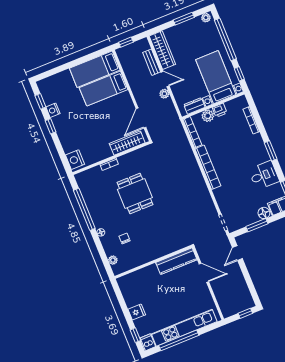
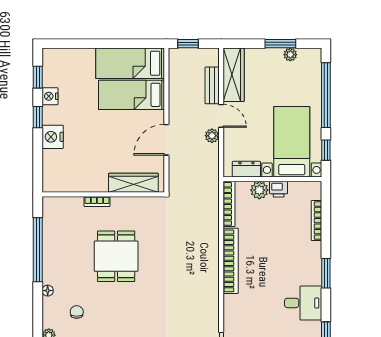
plant: (206, 18) -> (290, 55), moved
door: (141, 118) -> (166, 140), moved
nightstand: (75, 160) -> (53, 137), moved

